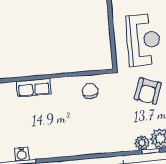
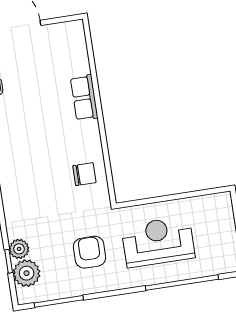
reception desk: (143, 40) -> (158, 242), turned 180
armchair: (148, 91) -> (90, 252), turned 71

